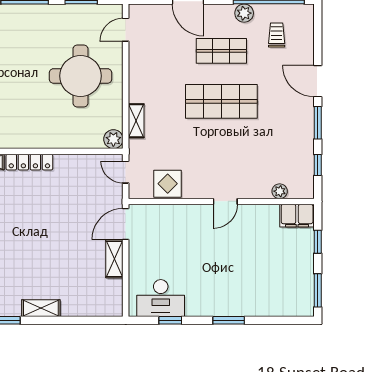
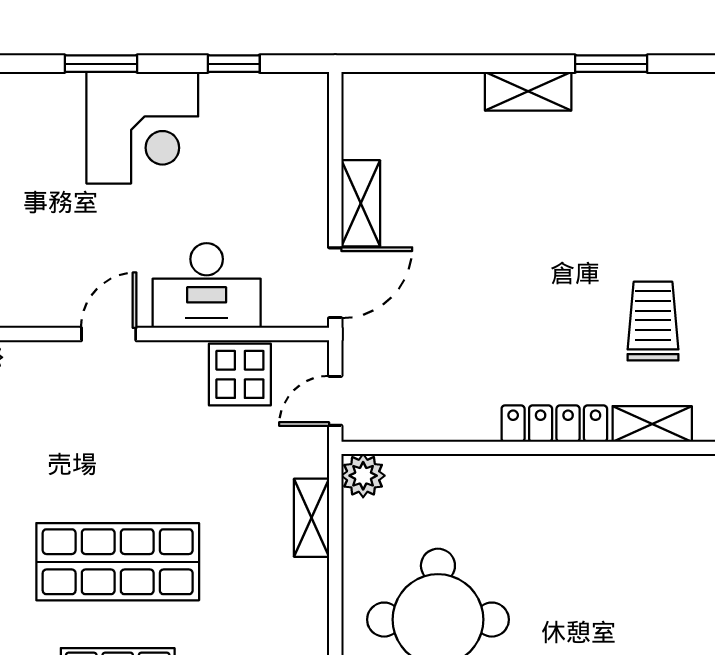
door: (126, 172) -> (335, 401), swing flipped
corner desk: (210, 292) -> (142, 128), added
desk: (161, 298) -> (207, 285), moved, turned 180

